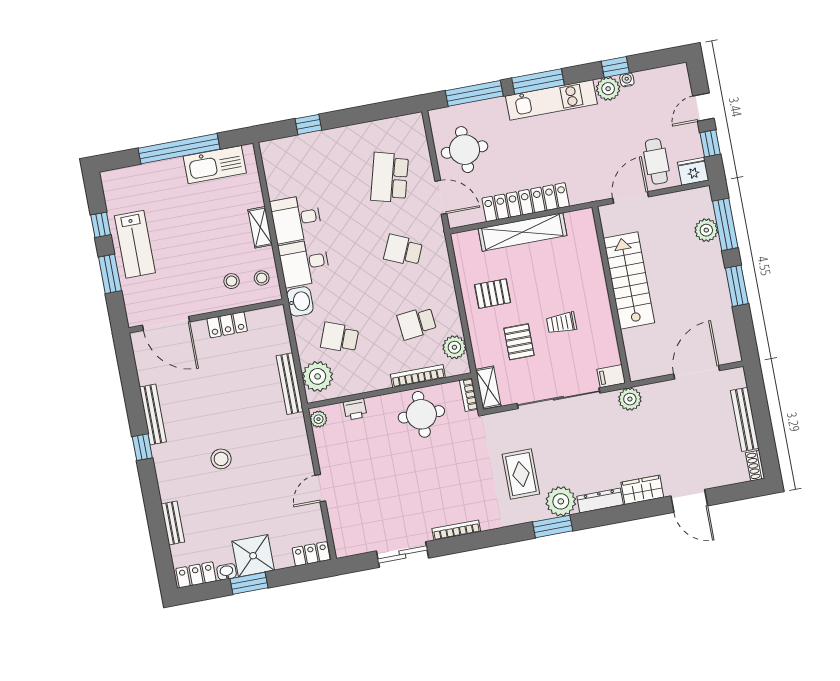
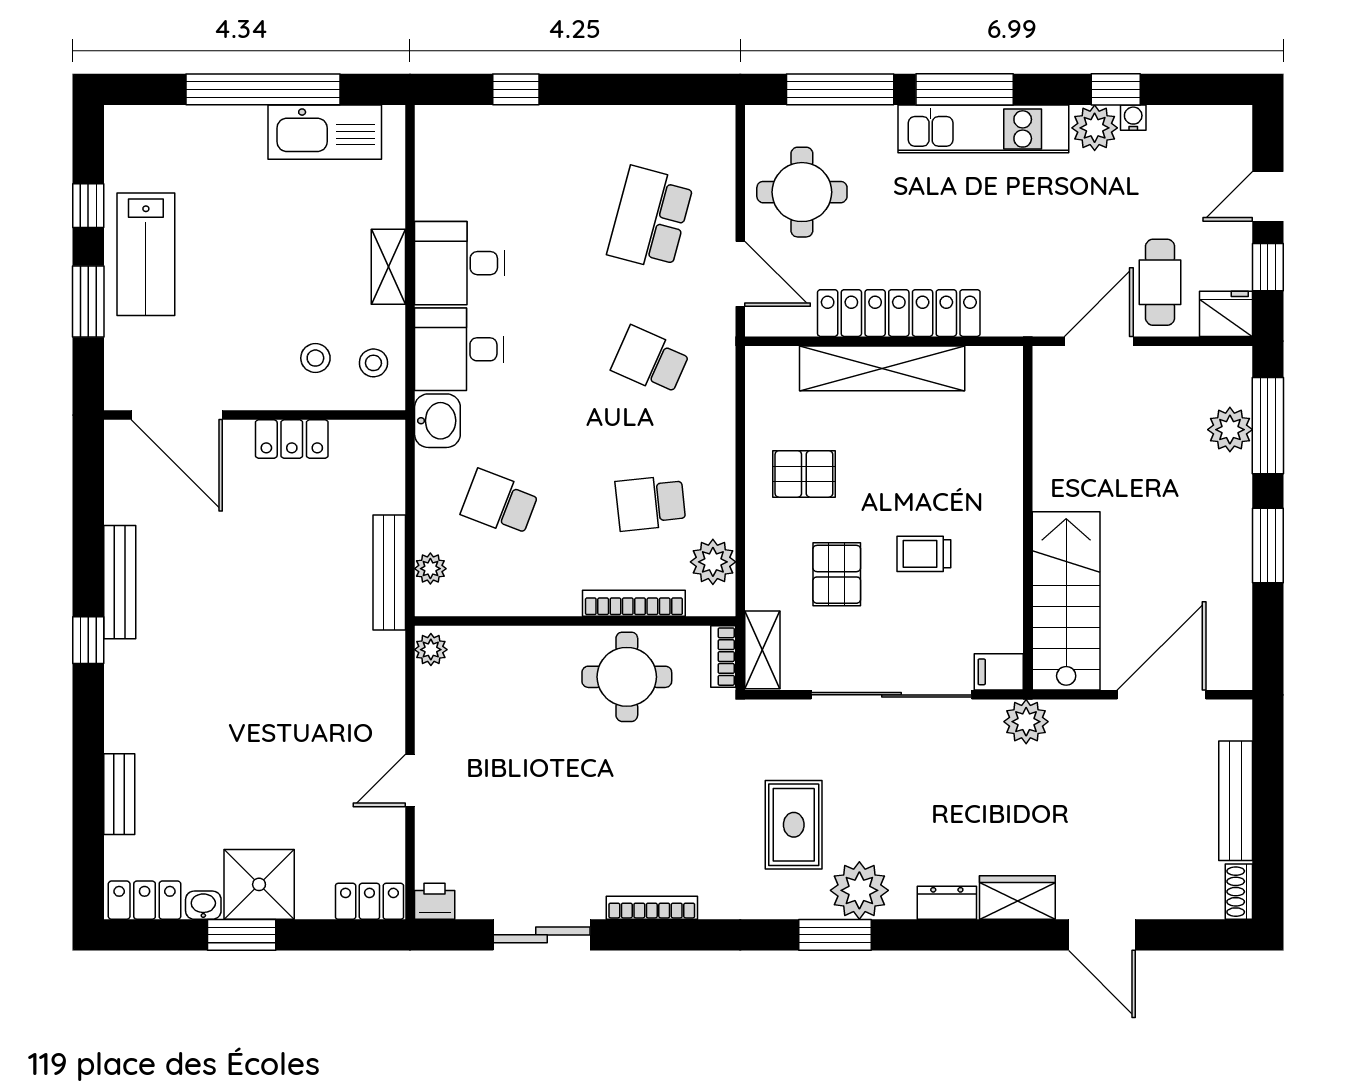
stairs: (629, 280) -> (1066, 601), moved
plant: (318, 376) -> (430, 569), width x0.53, depth x0.53
printer: (355, 409) -> (435, 901), moved, turned 180
stool: (221, 459) -> (233, 690), removed
dresser: (600, 501) -> (947, 903), width x0.70

